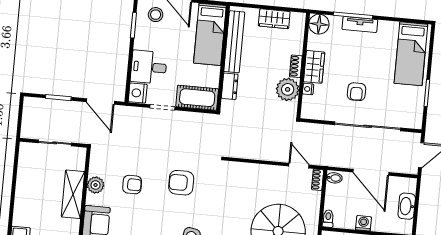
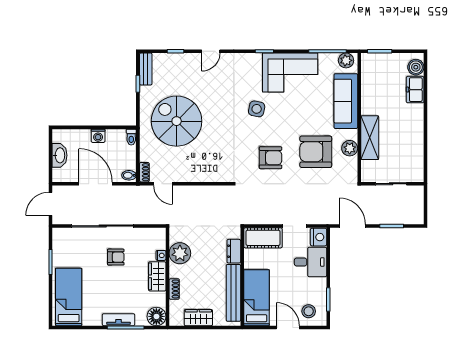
shoe rack: (296, 66) -> (174, 289), moved
armchair: (357, 92) -> (116, 257), turned 90
armchair: (132, 185) -> (316, 152), width x1.88, depth x1.88

